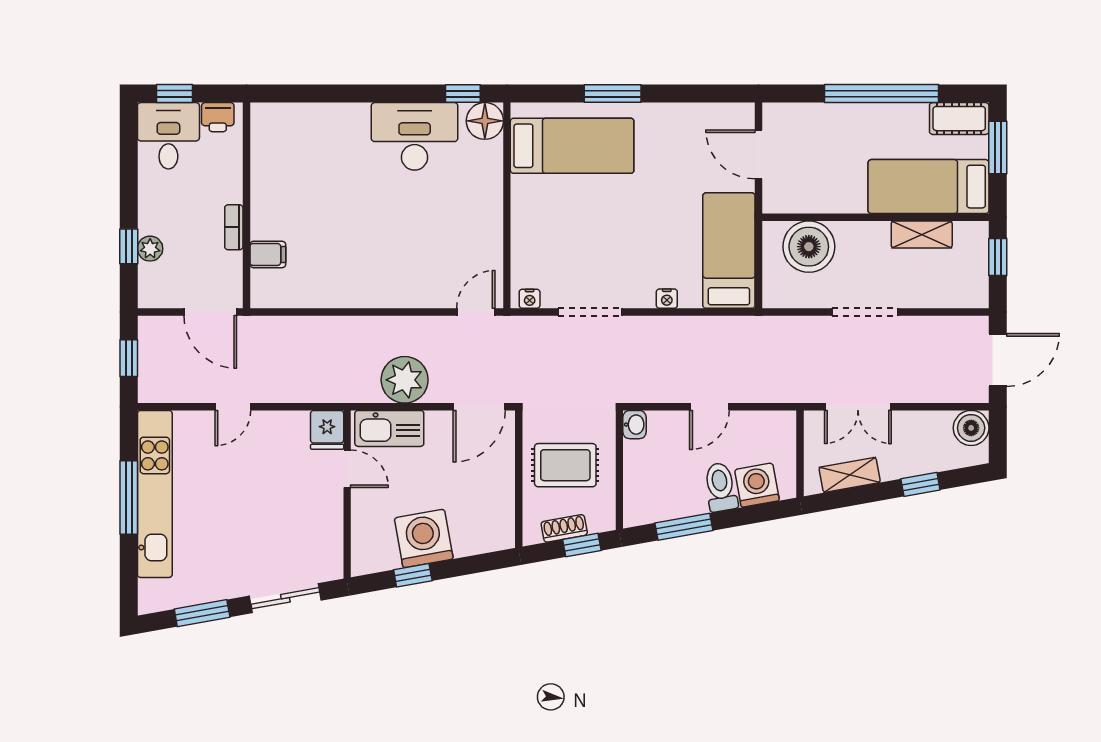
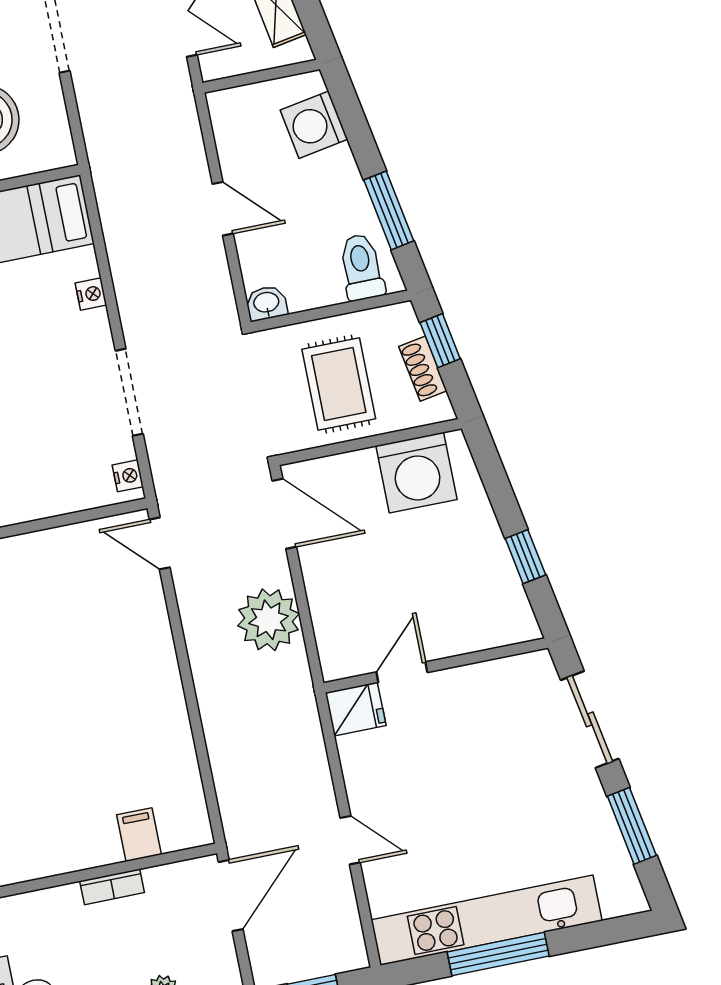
kitchen sink: (389, 428) -> (337, 627), removed
toilet: (721, 487) -> (362, 267), moved, turned 100
washing machine: (424, 538) -> (416, 473), moved, turned -80

